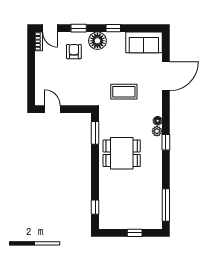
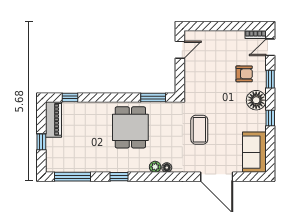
window: (166, 142) -> (119, 177), moved
piano: (115, 222) -> (53, 119), added

